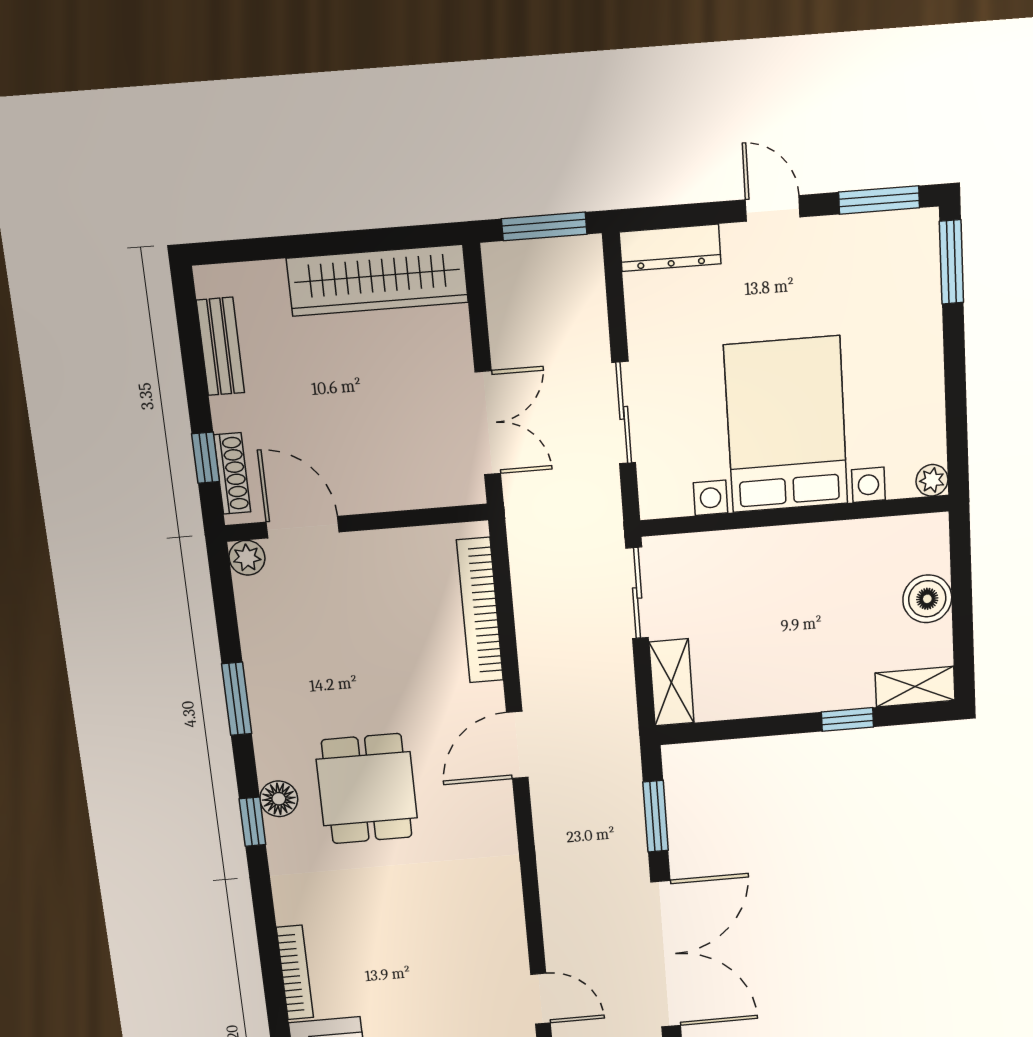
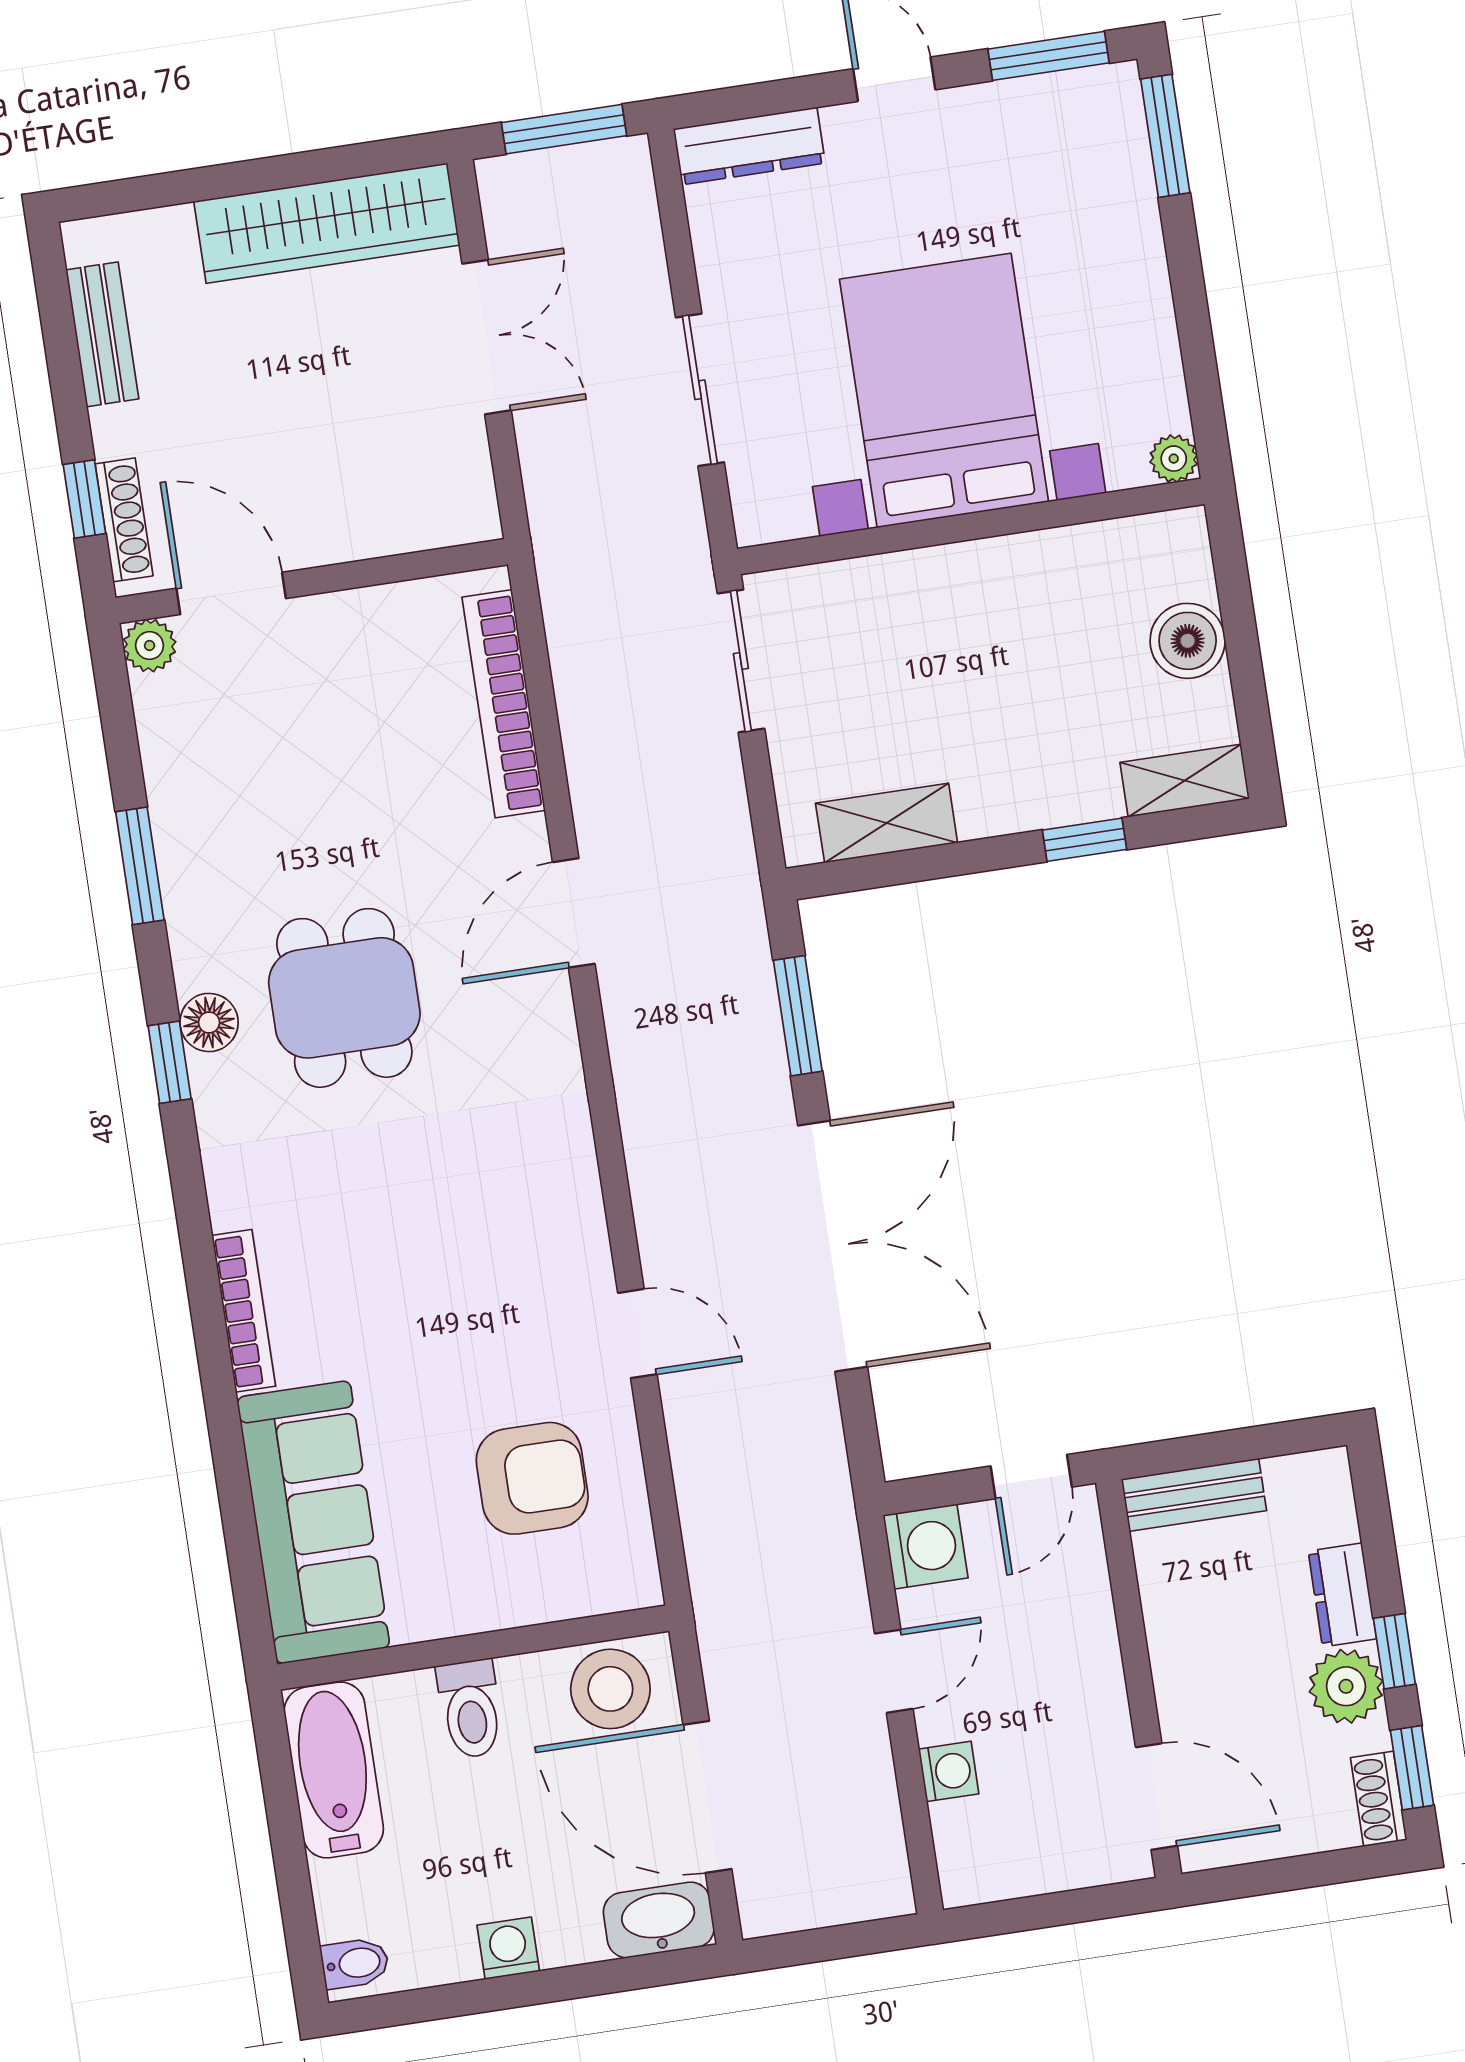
double door: (488, 423) -> (487, 337), moved
shelving: (672, 682) -> (887, 823), moved, turned 90

